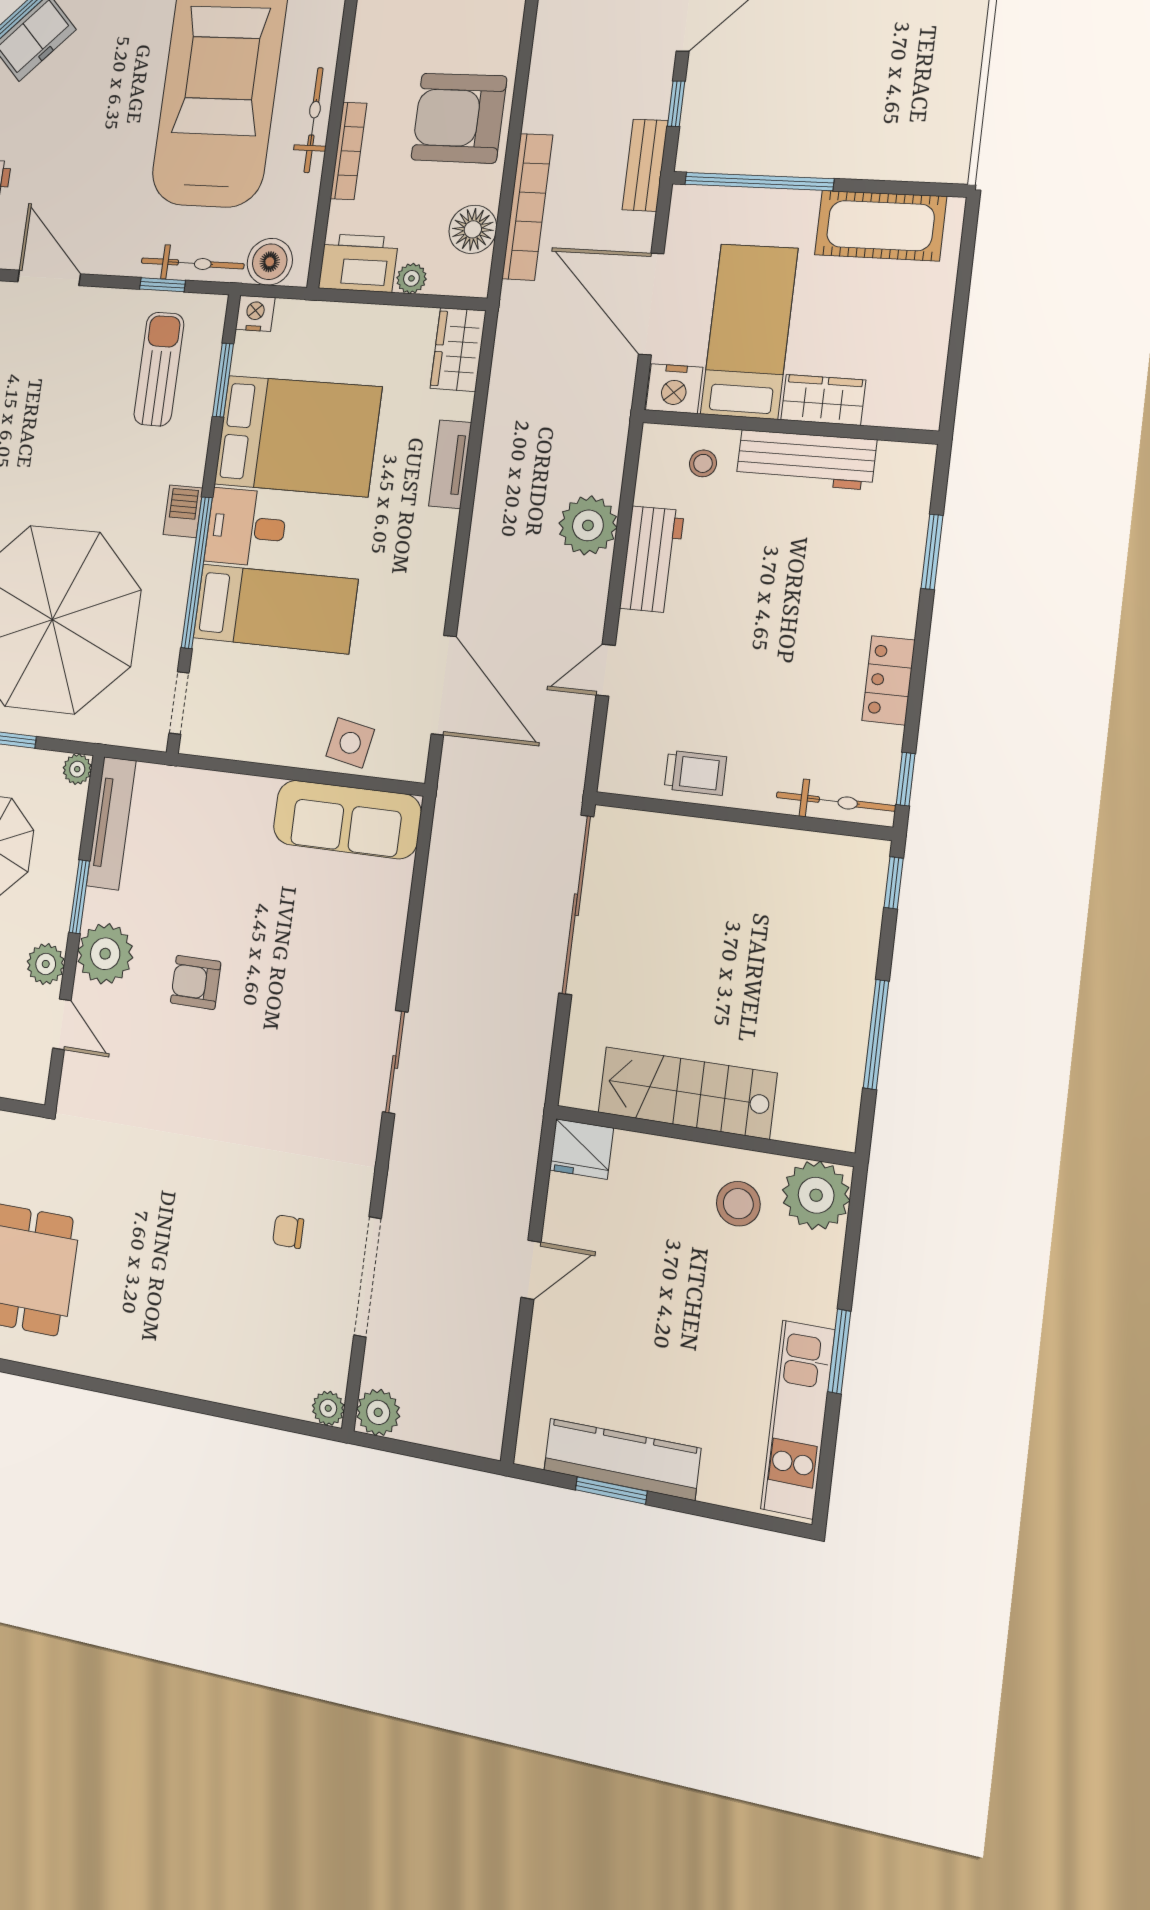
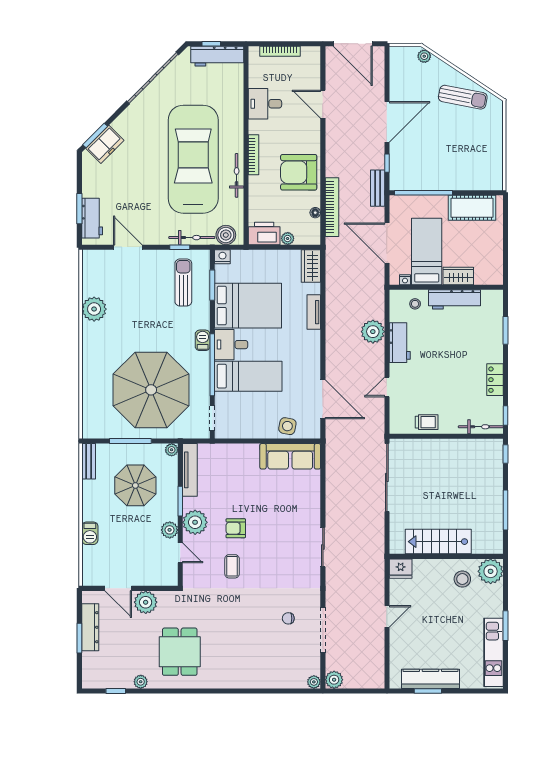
bookcase: (348, 151) -> (254, 155), moved
floor lamp: (473, 229) -> (315, 213), width x0.53, depth x0.53
nightstand: (674, 389) -> (405, 280), width x0.53, depth x0.56
coffee table: (174, 1077) -> (232, 566), added

